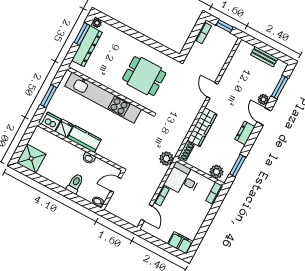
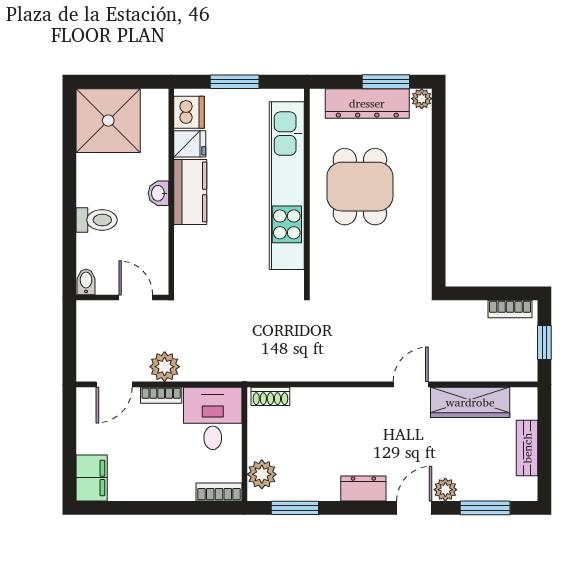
dining table: (144, 76) -> (360, 187), moved
wardrobe: (202, 127) -> (470, 402), moved
washbasin: (89, 158) -> (158, 193), moved
shower: (31, 159) -> (108, 121), width x1.37, depth x1.37
plant: (166, 159) -> (165, 367), moved

